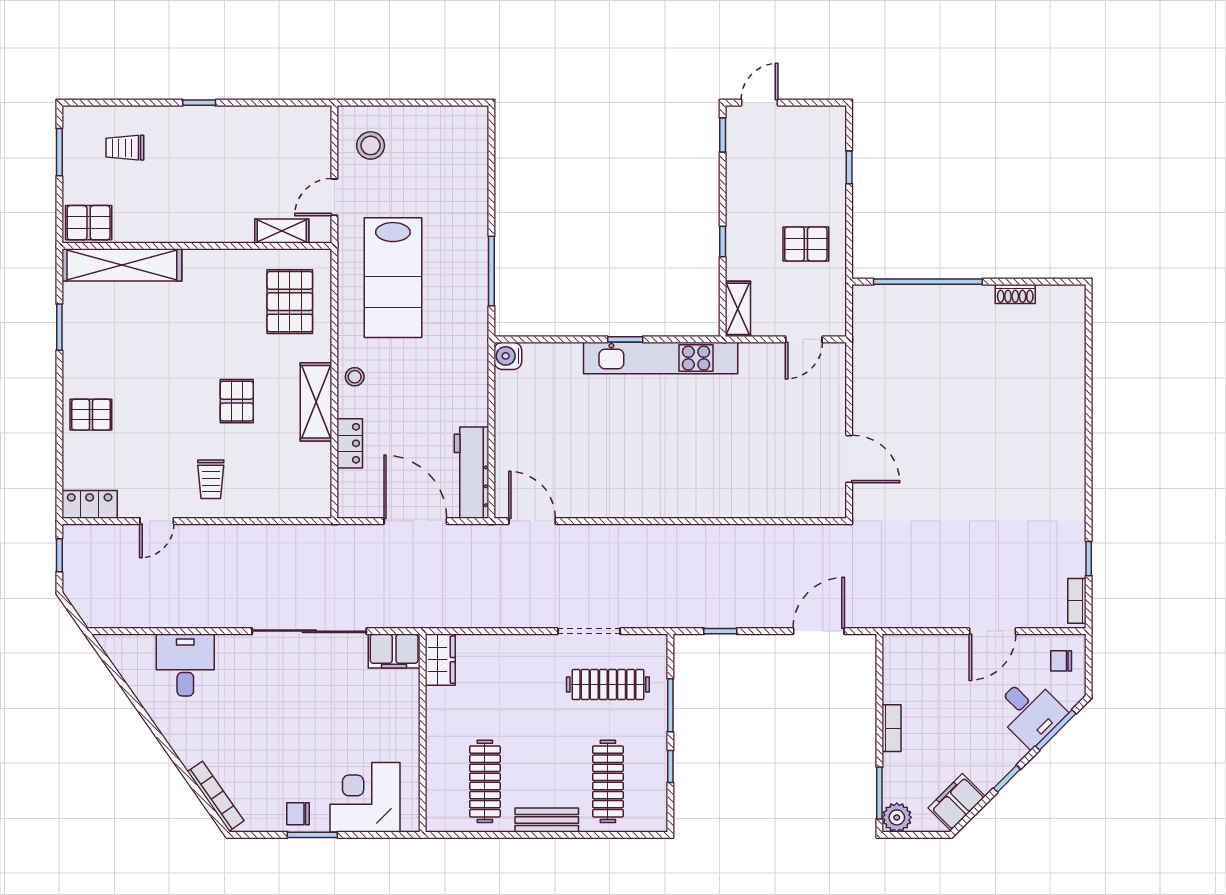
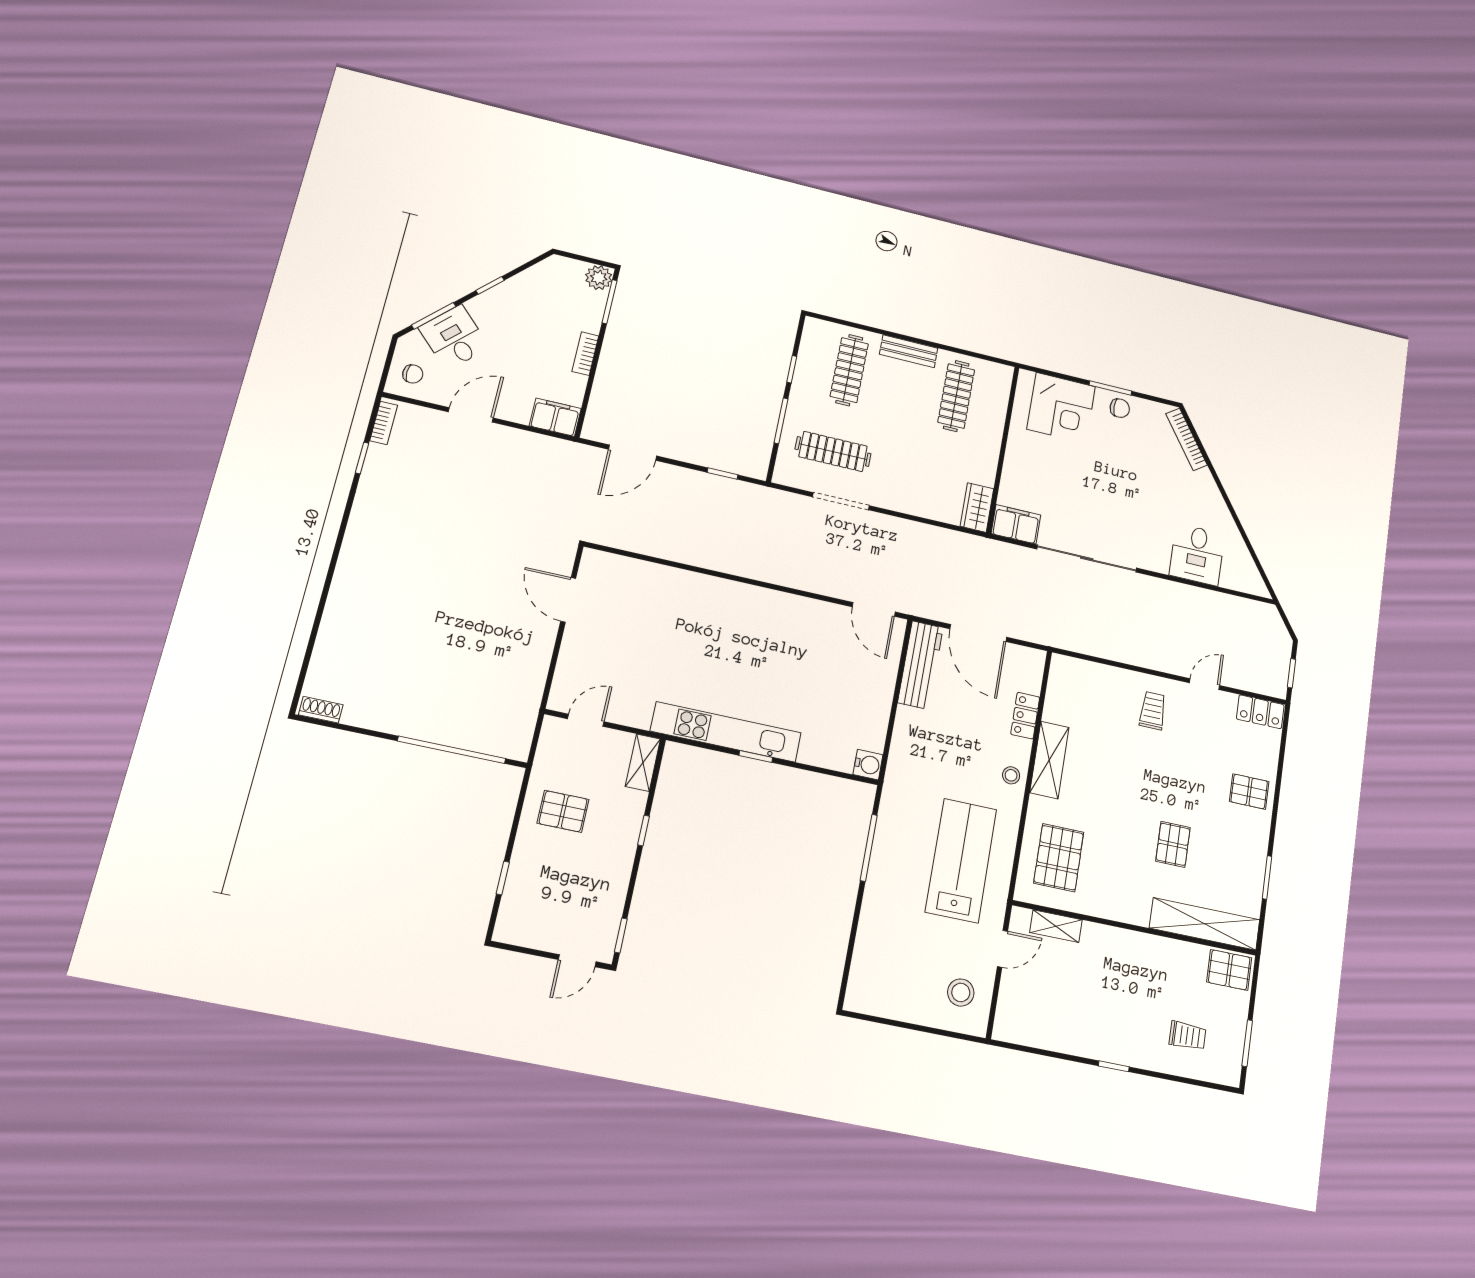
shoe rack: (1015, 294) -> (321, 710), moved
pallet: (237, 401) -> (1173, 844), moved
filing cabinet: (957, 802) -> (555, 417), moved, turned -135

